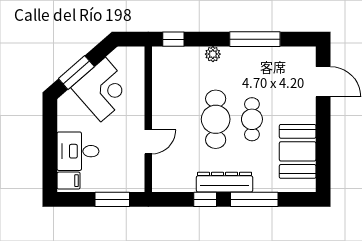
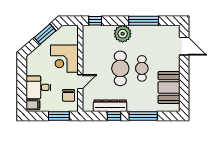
plant: (213, 54) -> (123, 34), width x1.87, depth x1.87
window: (76, 73) -> (45, 34), moved
corner desk: (103, 90) -> (64, 59), moved, turned 131
chair: (129, 165) -> (69, 95), added
dresser: (225, 182) -> (110, 106), moved

